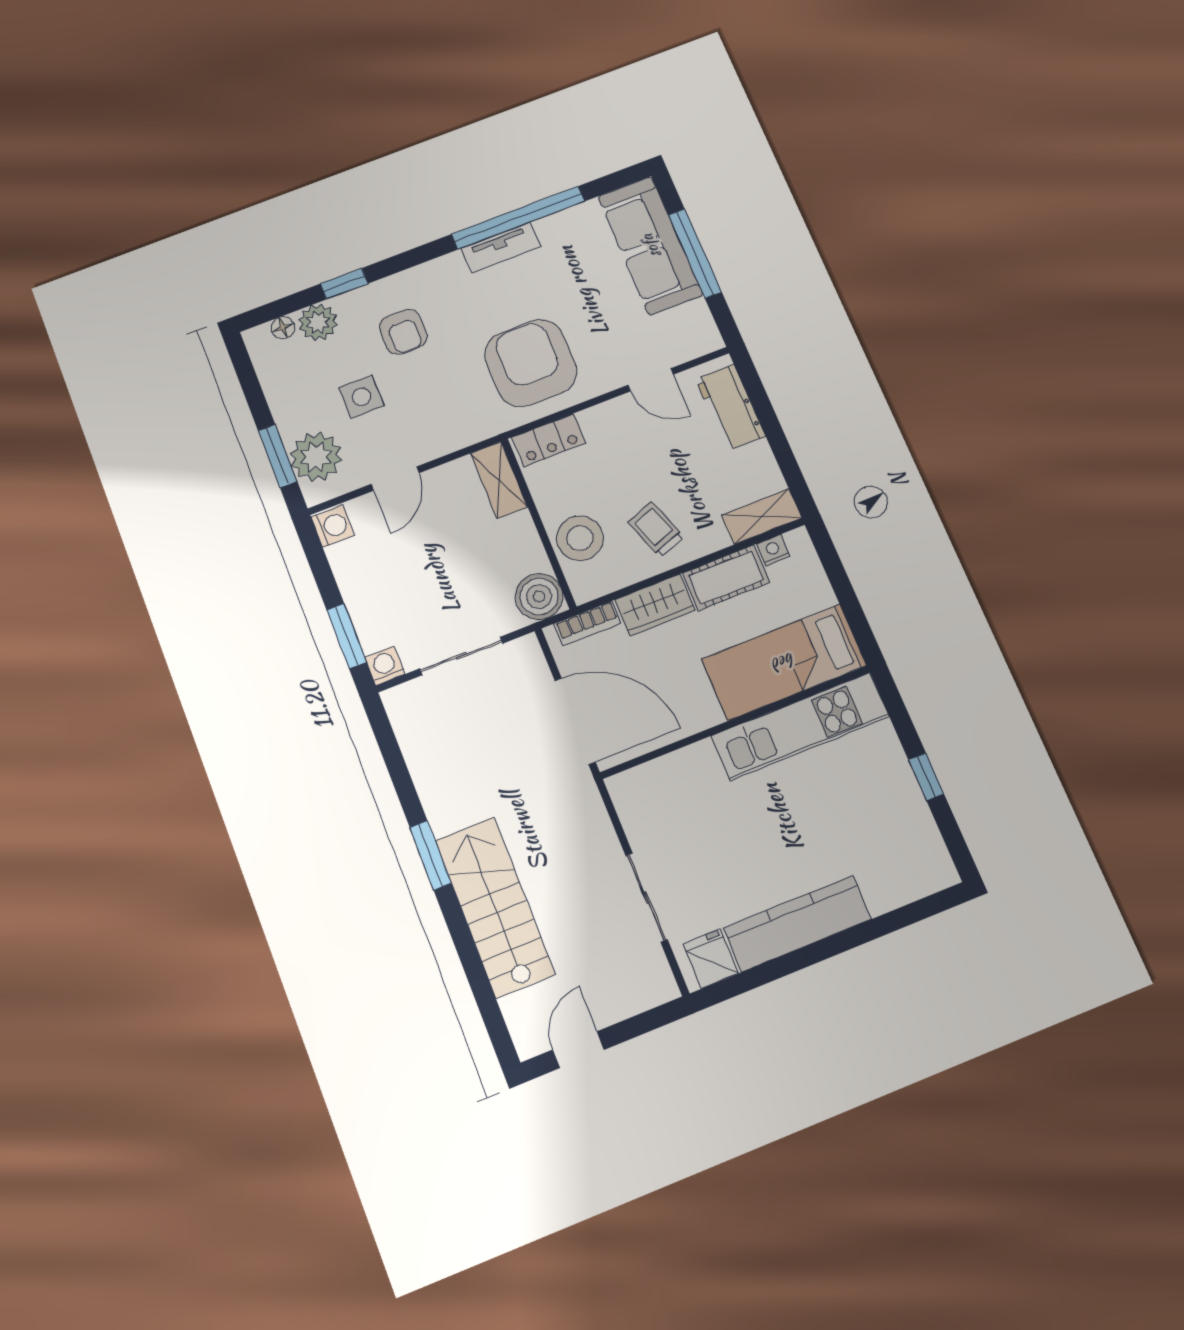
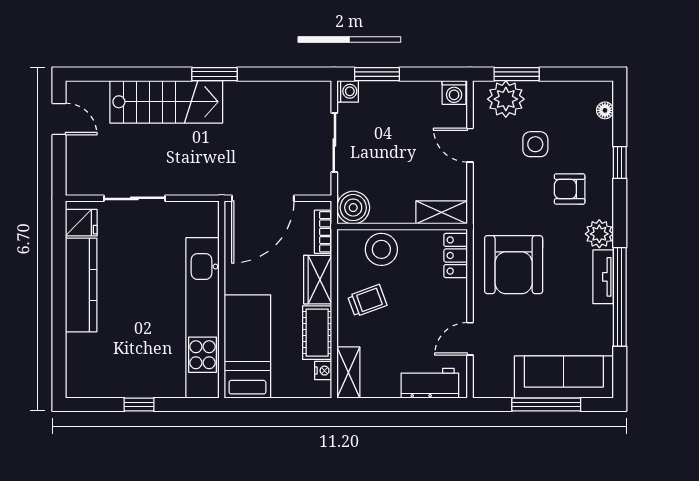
plant: (318, 322) -> (599, 234), moved
armchair: (531, 363) -> (514, 265), turned 90
kitchen unit: (800, 726) -> (203, 318), width x1.36

